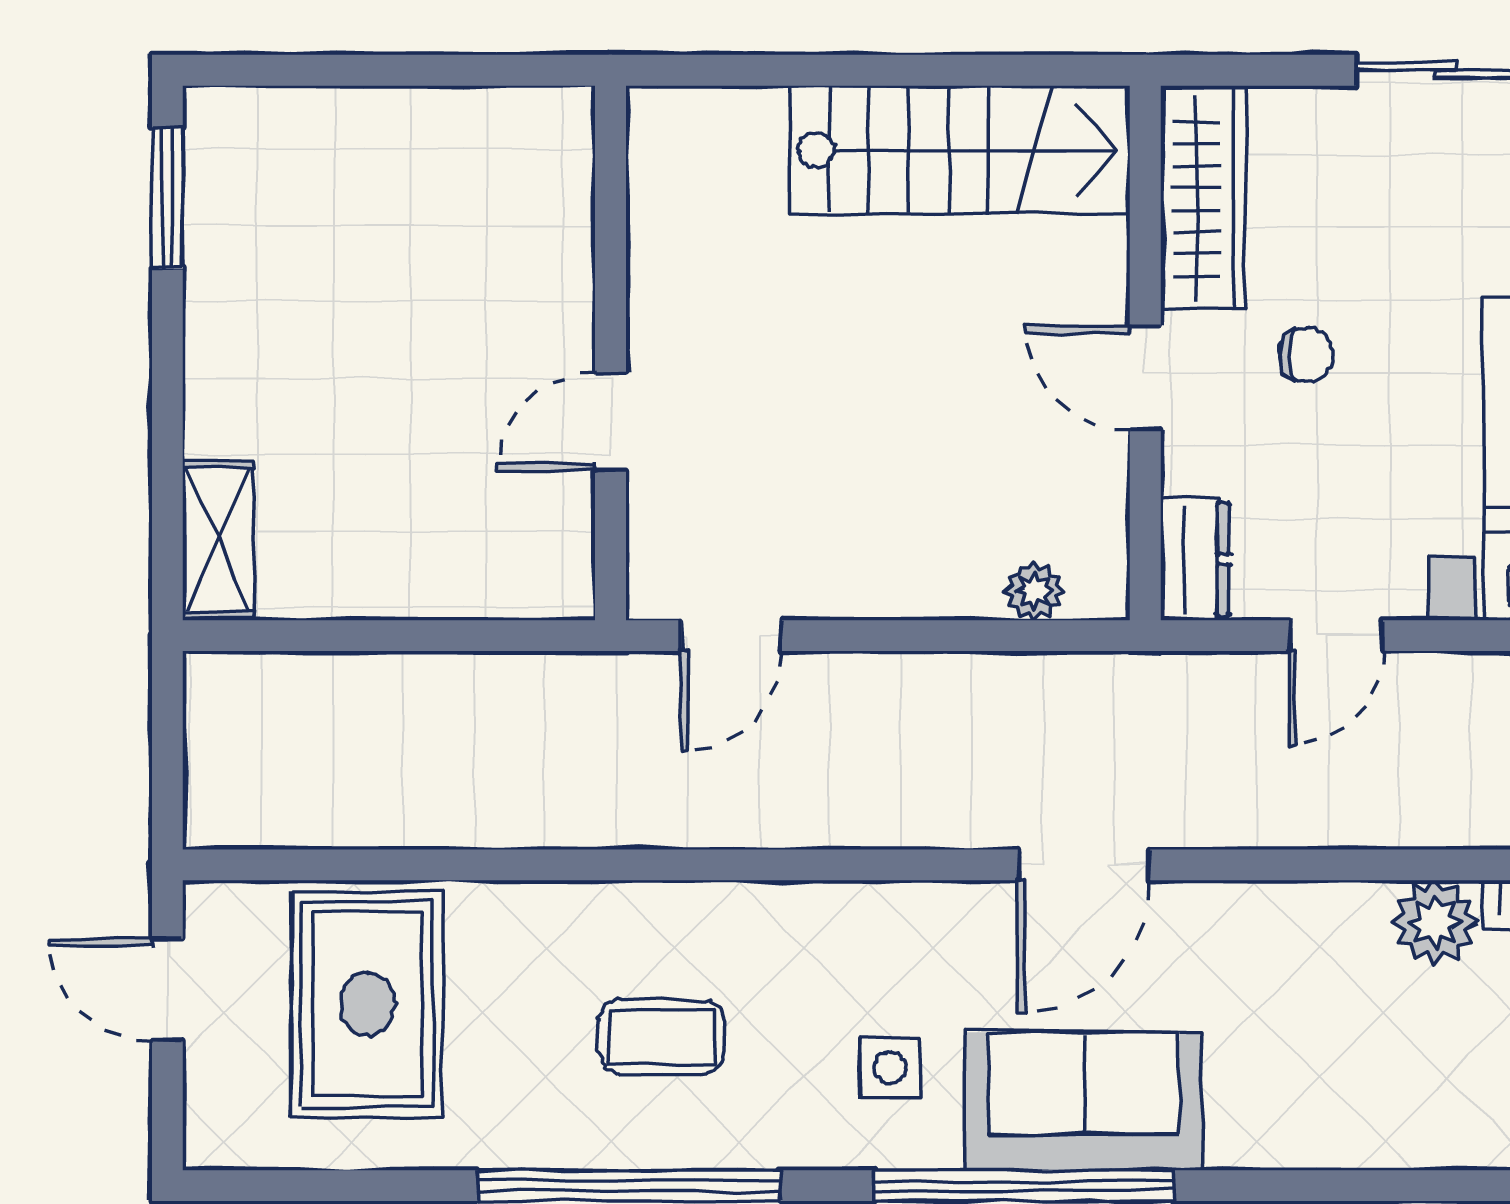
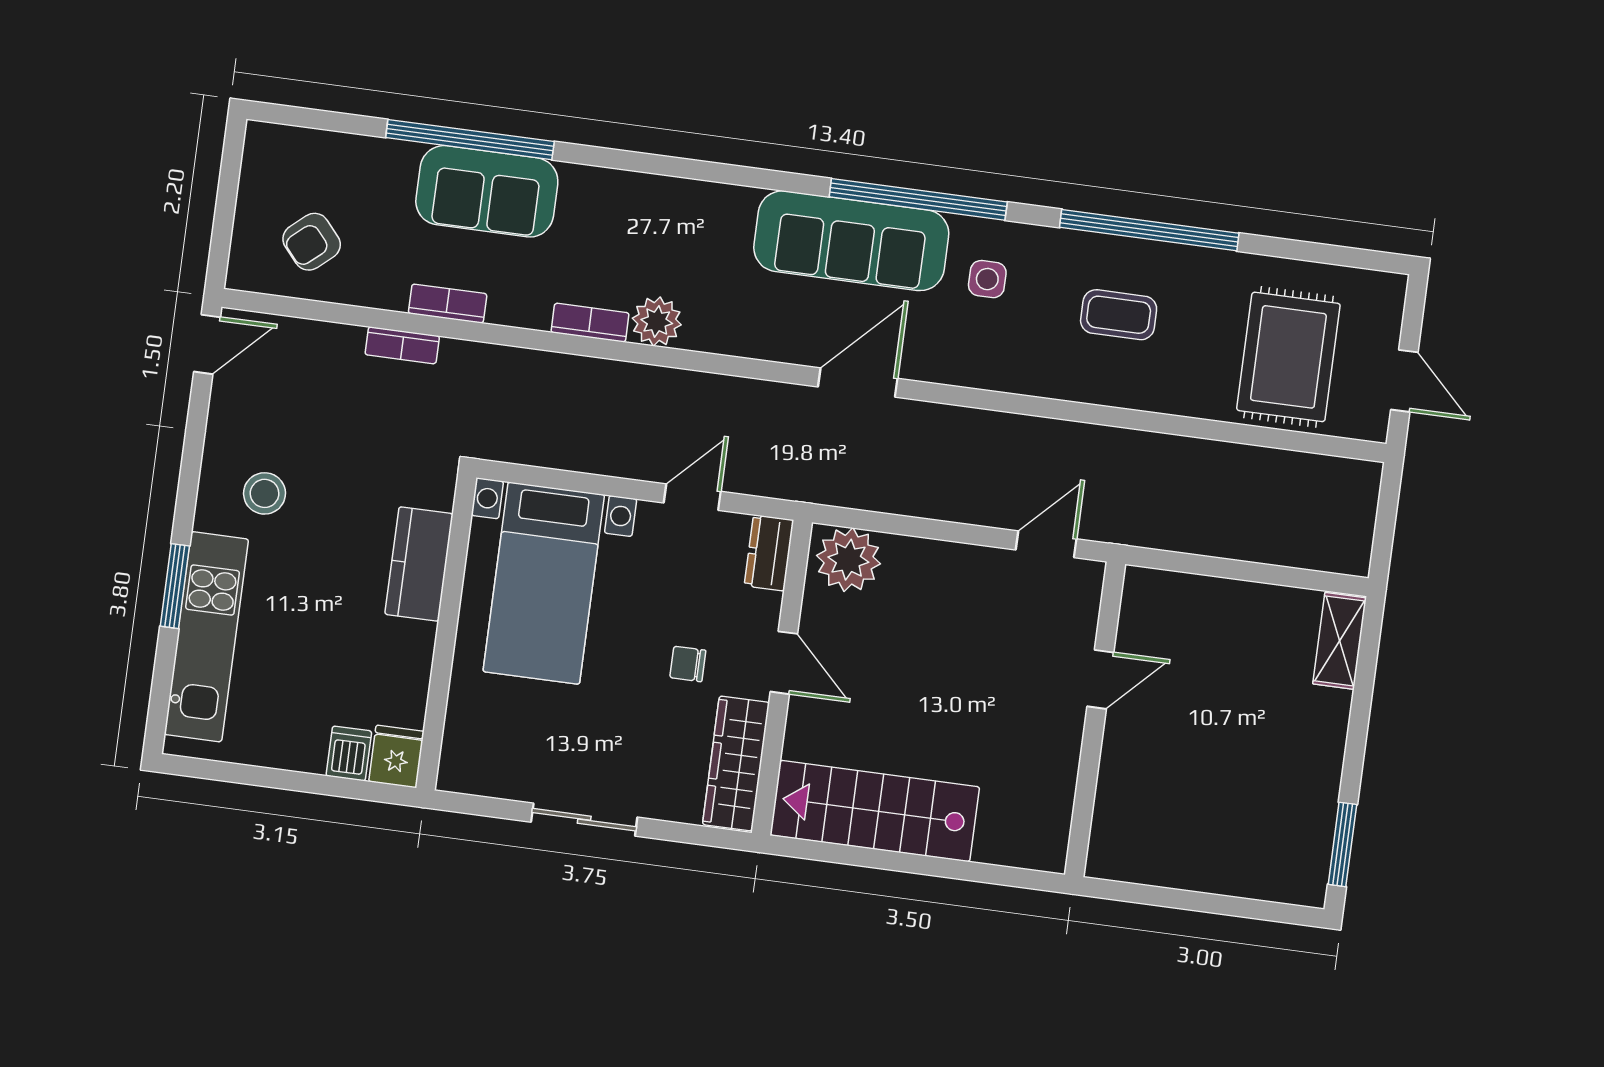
plant: (1034, 591) -> (848, 560), width x1.88, depth x1.88
sofa: (1084, 1101) -> (851, 241), width x1.36

